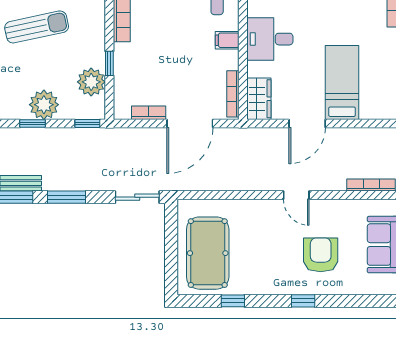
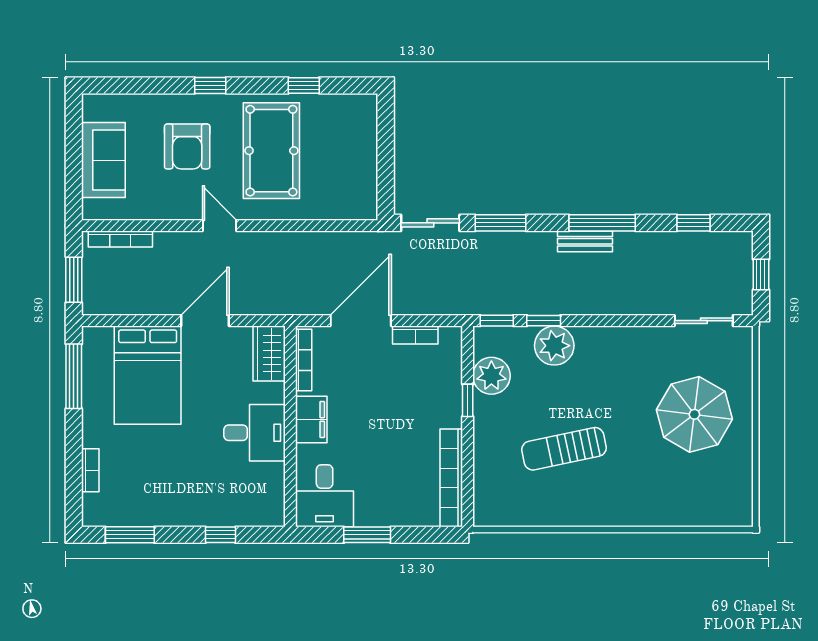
filing cabinet: (227, 40) -> (311, 419), width x2.00
bed: (342, 82) -> (148, 375), width x1.50
window: (32, 123) -> (544, 321), moved
window: (67, 197) -> (501, 223), moved
pool table: (208, 253) -> (271, 151), moved

